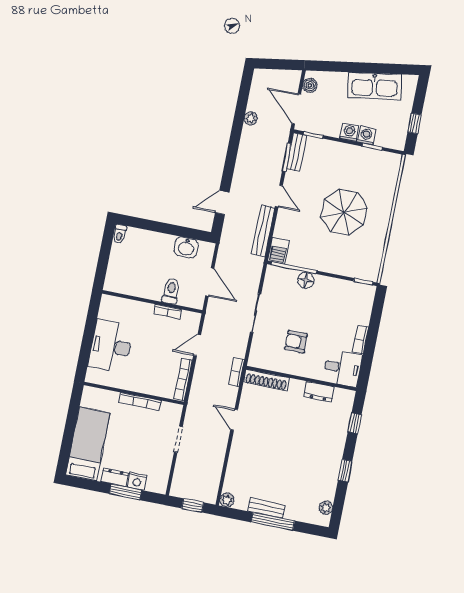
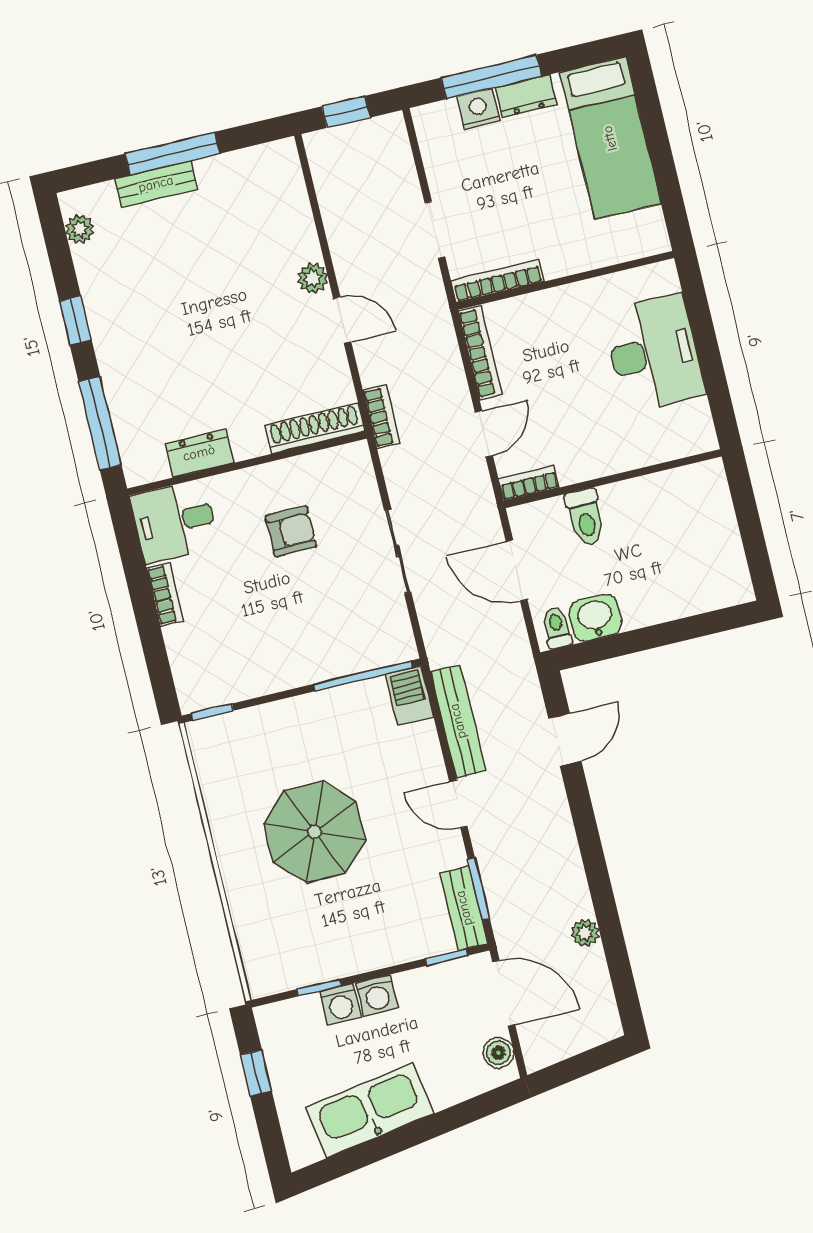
toilet: (120, 234) -> (557, 628), moved
floor lamp: (306, 280) -> (328, 662), removed
bookcase: (168, 312) -> (529, 483), moved
bookcase: (140, 402) -> (497, 281), moved
window: (355, 423) -> (100, 423), width x2.17
window: (125, 492) -> (491, 77), width x1.44
plant: (227, 500) -> (313, 278), moved
bench: (267, 508) -> (156, 184), moved

